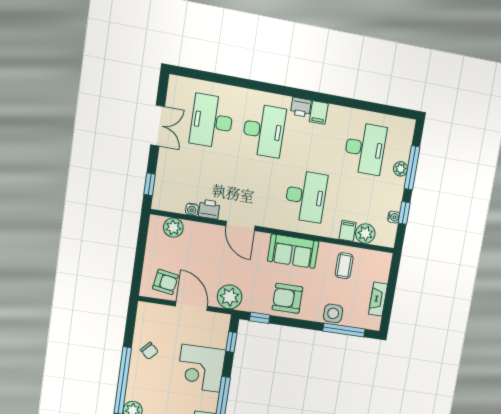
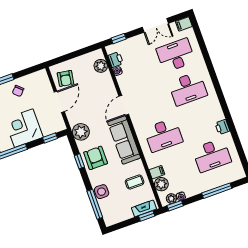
printer: (301, 107) -> (222, 127), moved
filing cabinet: (319, 113) -> (184, 24), moved
plant: (401, 169) -> (171, 199), moved
printer: (209, 209) -> (116, 60), moved
window: (404, 213) -> (175, 206), moved
sofa: (293, 251) -> (124, 140), width x1.36
window: (394, 274) -> (147, 216), added
plant: (230, 297) -> (81, 132), moved
fireplace: (378, 299) -> (144, 208), moved
window: (260, 318) -> (79, 161), moved

